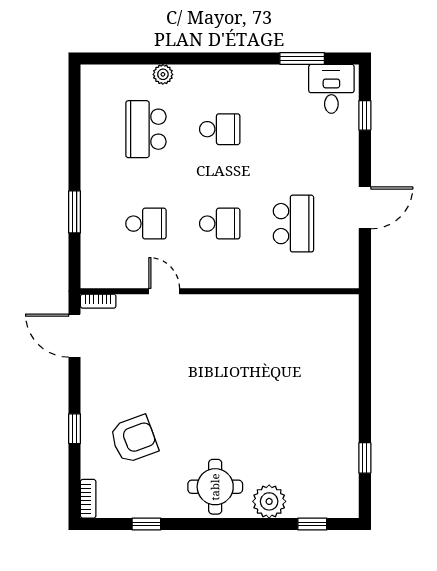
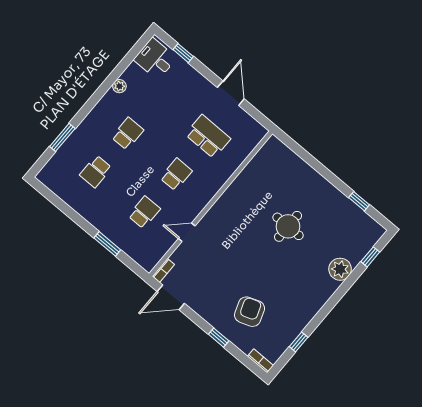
window: (302, 58) -> (62, 137), moved
plant: (163, 74) -> (119, 86), moved
school desk: (146, 129) -> (96, 171), width x0.54
round table: (215, 487) -> (288, 226), moved

